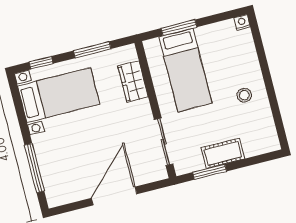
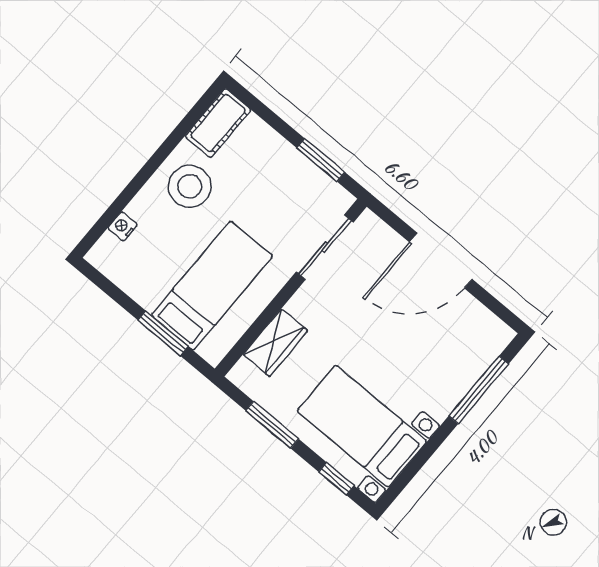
nightstand: (242, 22) -> (123, 226), moved, turned 90
stool: (244, 95) -> (190, 186), width x1.89, depth x1.89
cot: (223, 153) -> (218, 123), moved, turned 90

